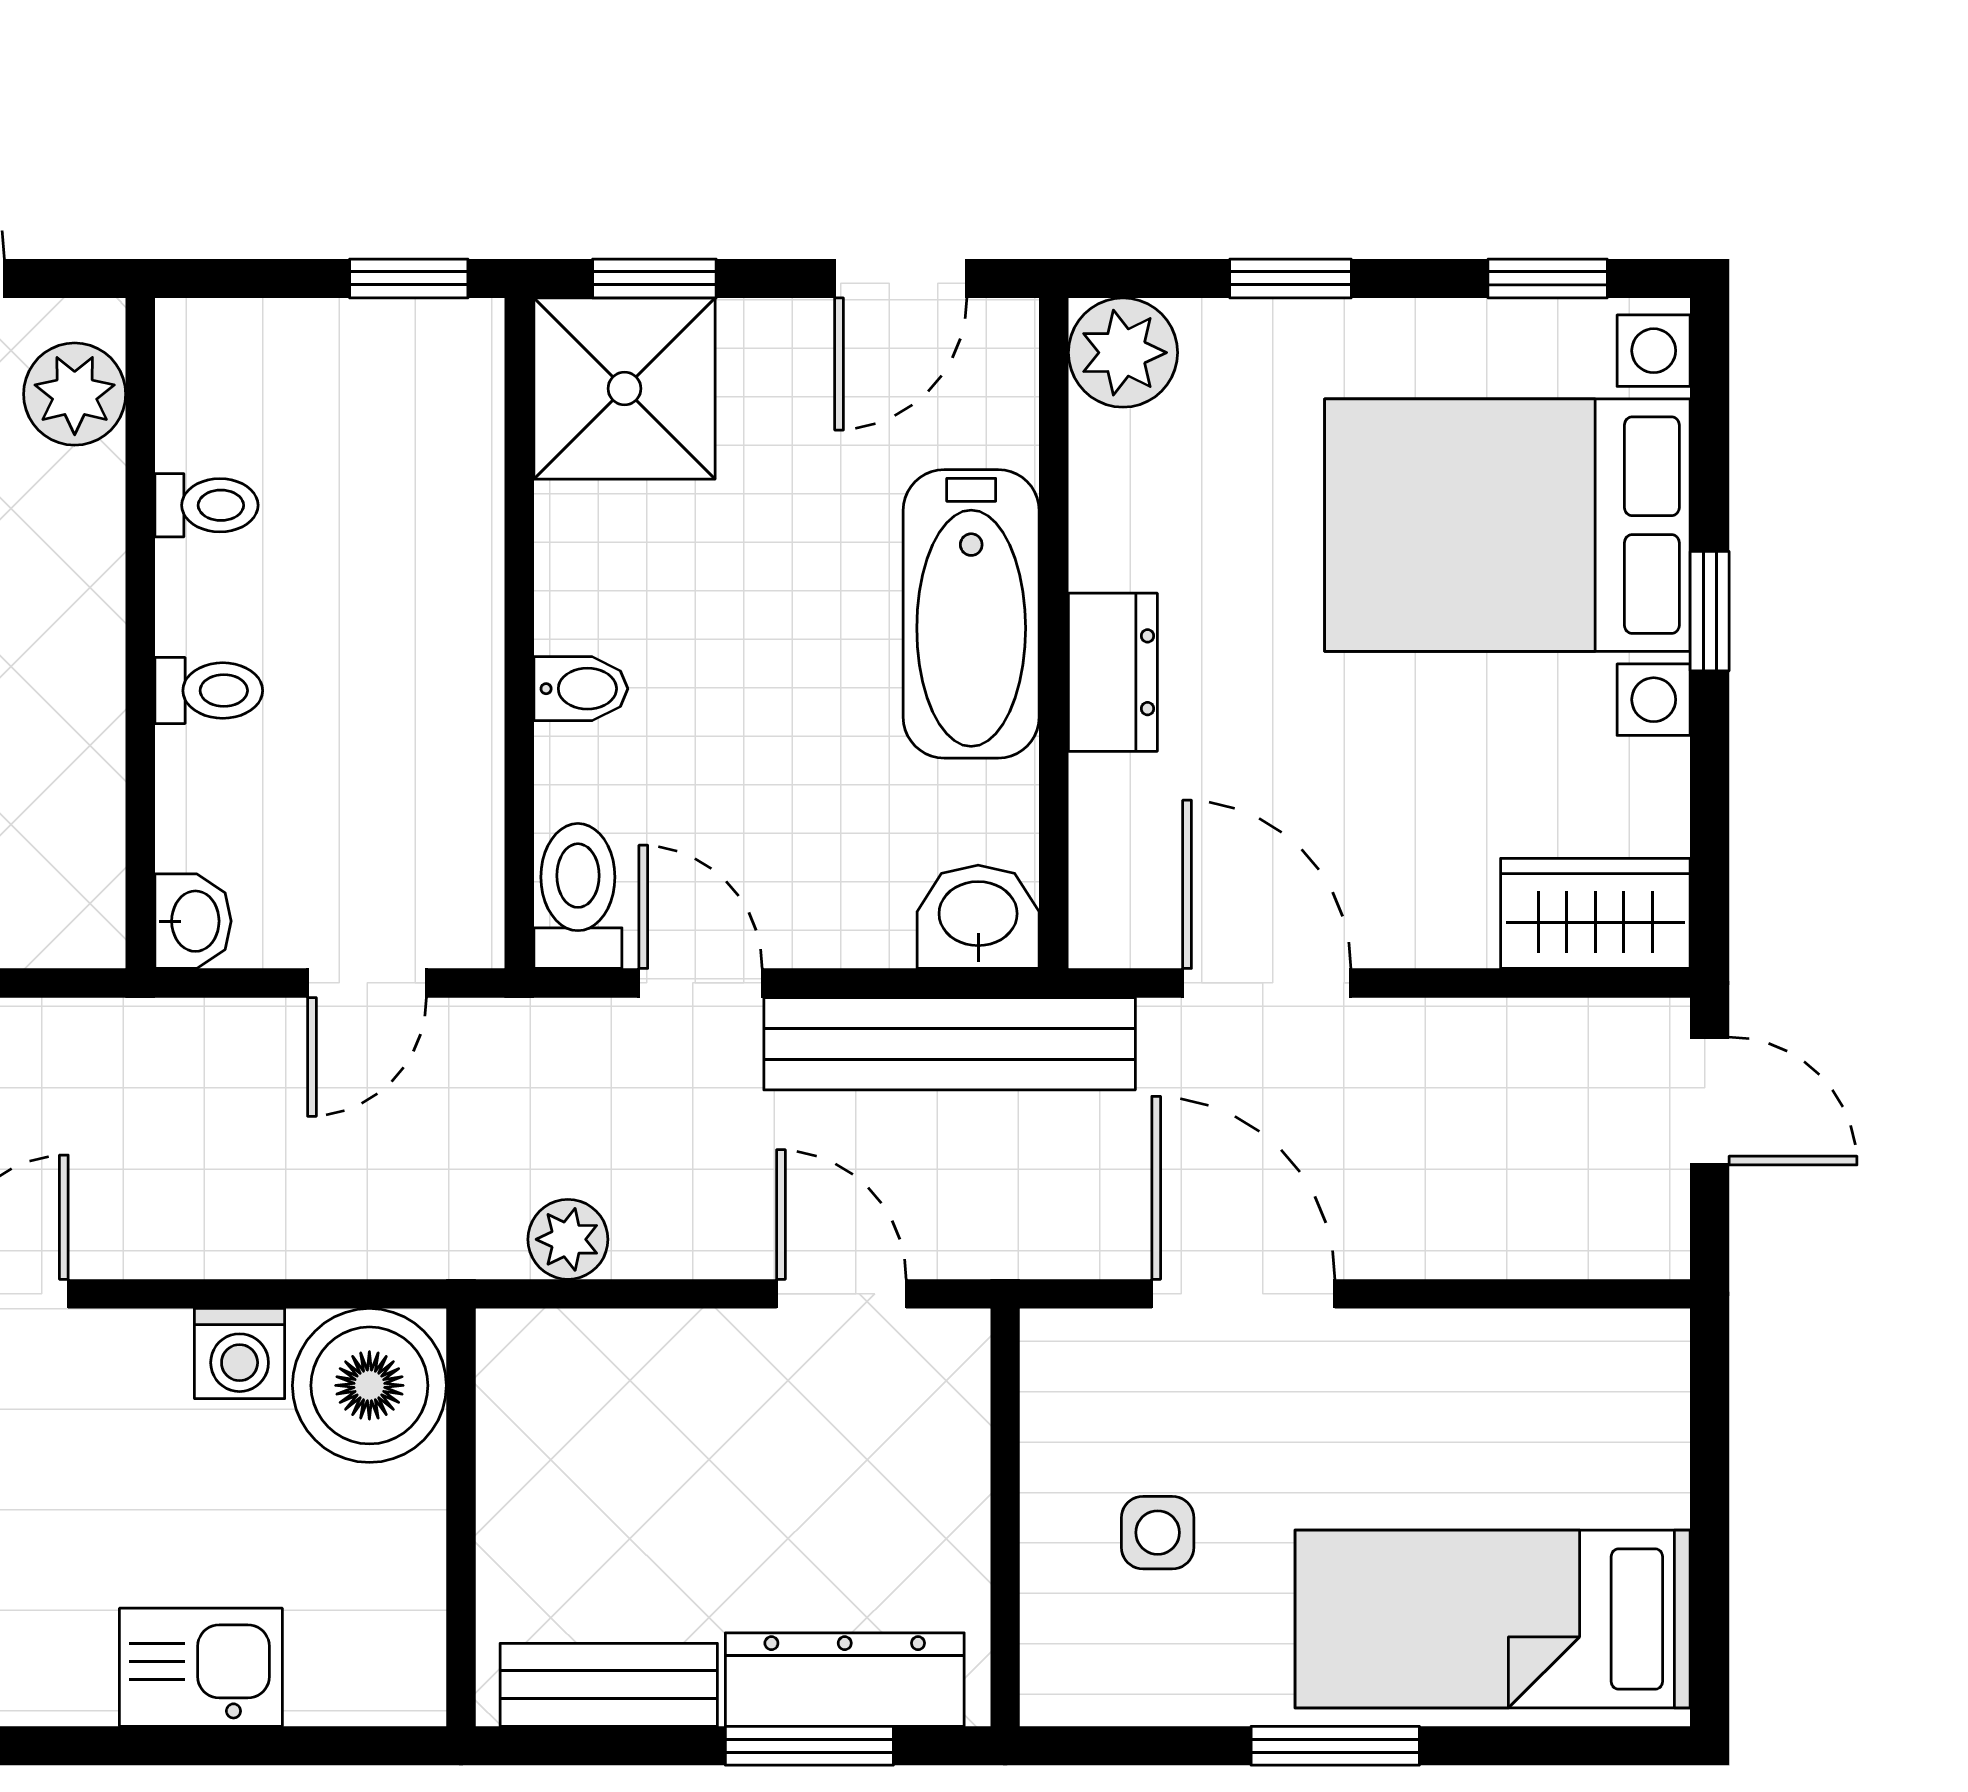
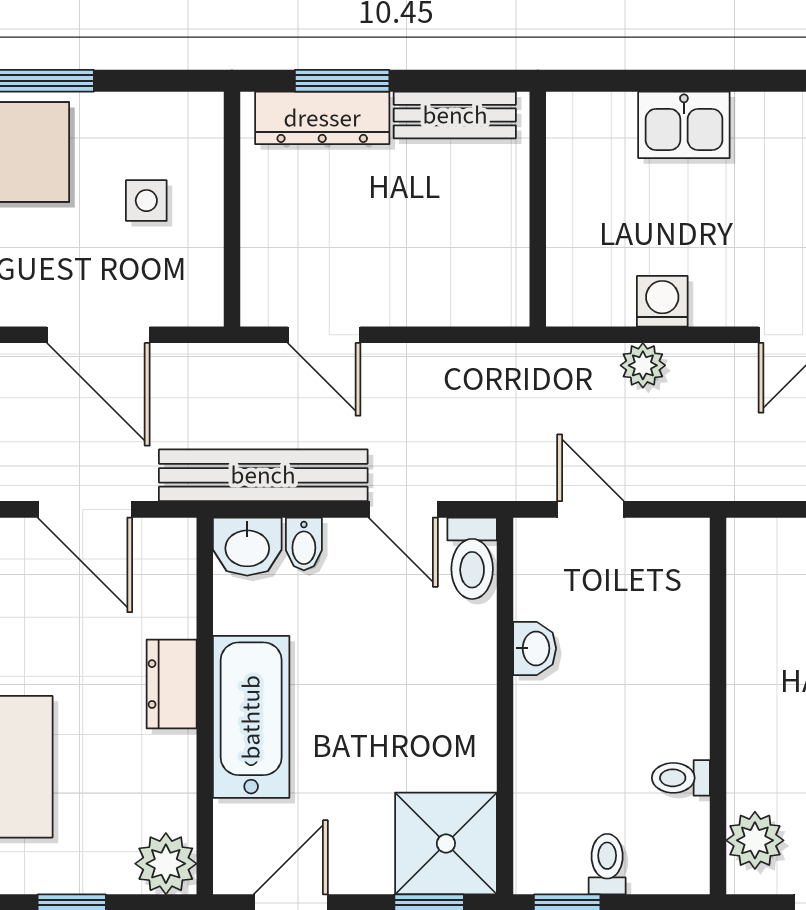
bidet: (581, 689) -> (304, 544), moved, turned -90
toilet: (209, 691) -> (607, 864), moved, turned 90
washbasin: (193, 921) -> (535, 648), moved, turned 180
door: (367, 983) -> (591, 509), hinge flipped
plant: (568, 1239) -> (643, 365), moved
boiler: (369, 1385) -> (589, 283), removed

